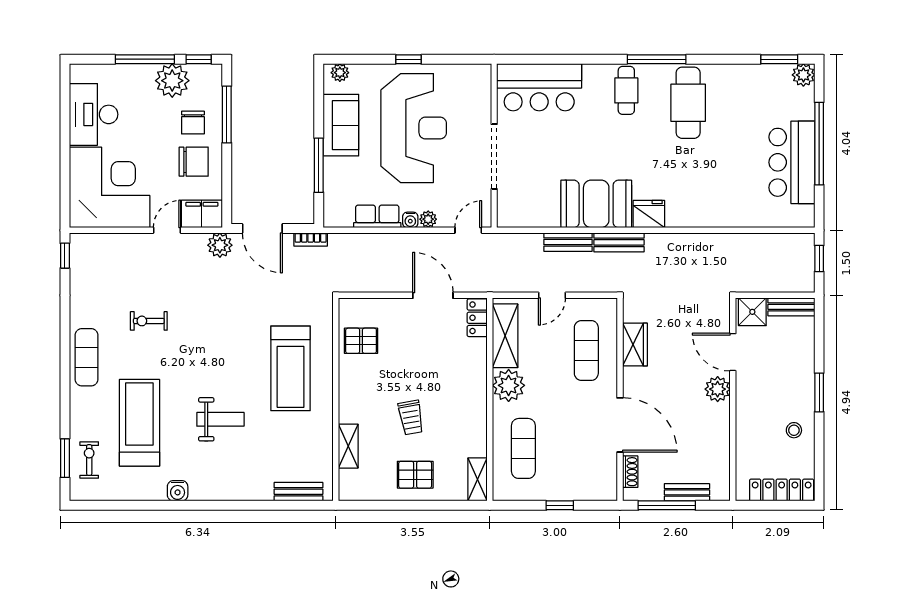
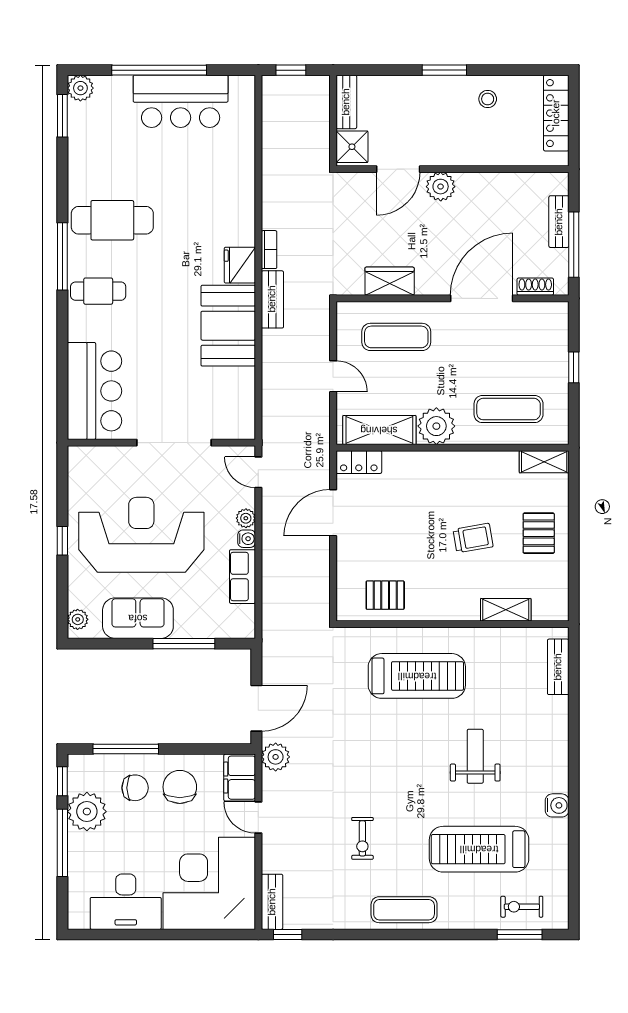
bookcase: (311, 239) -> (269, 250), moved
bench: (568, 242) -> (272, 902), moved
pallet: (361, 341) -> (385, 595), turned 90

